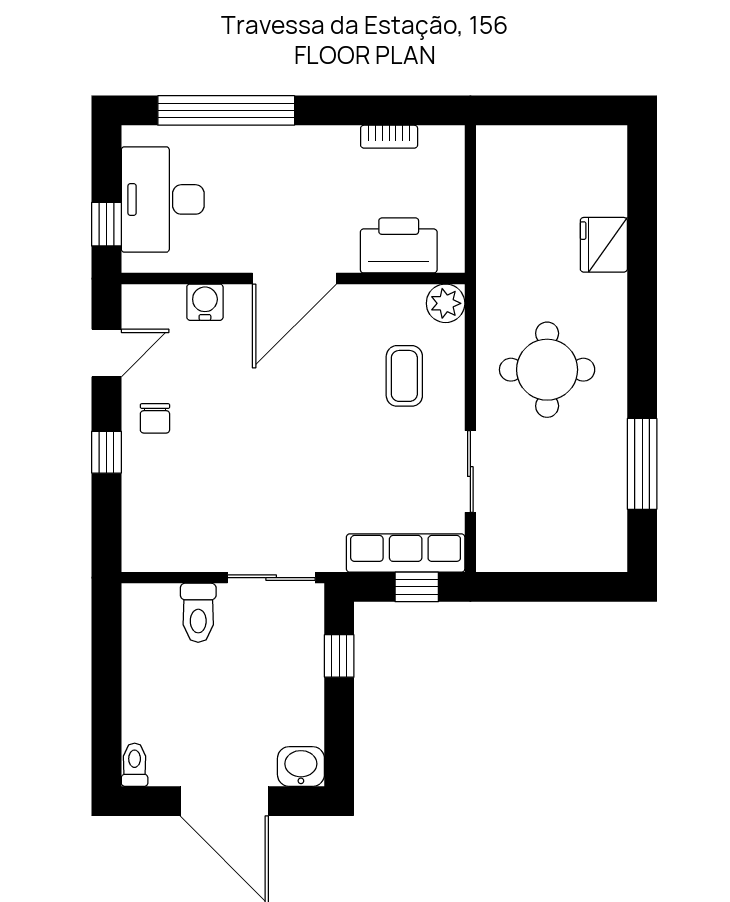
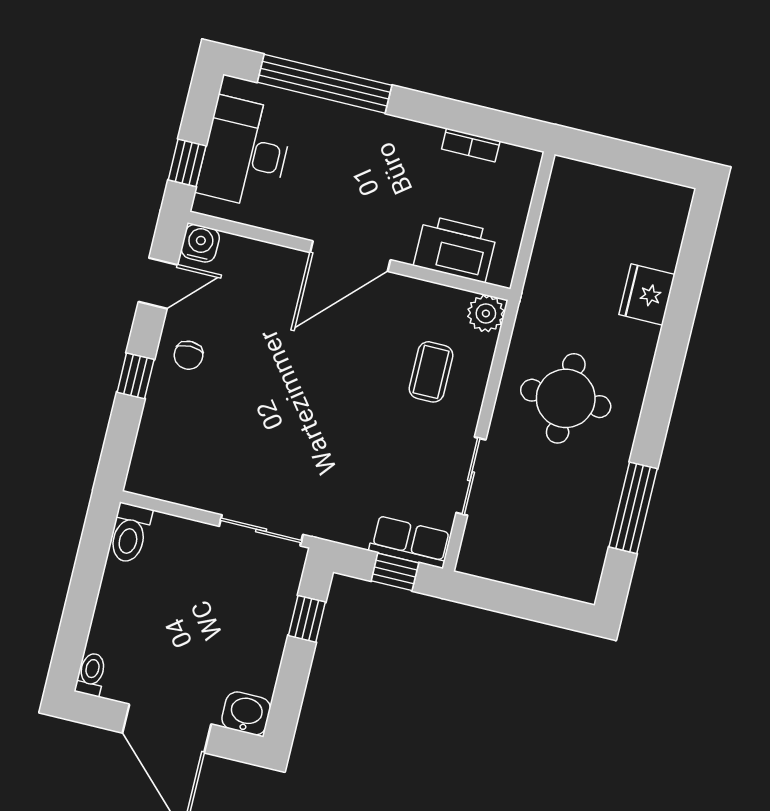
water cooler: (205, 302) -> (200, 243), moved
row of seats: (406, 553) -> (410, 542), width x0.68
toilet: (198, 613) -> (130, 533), moved

